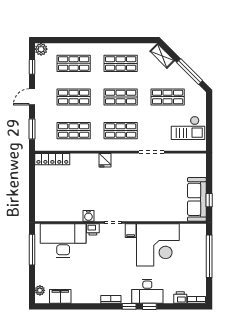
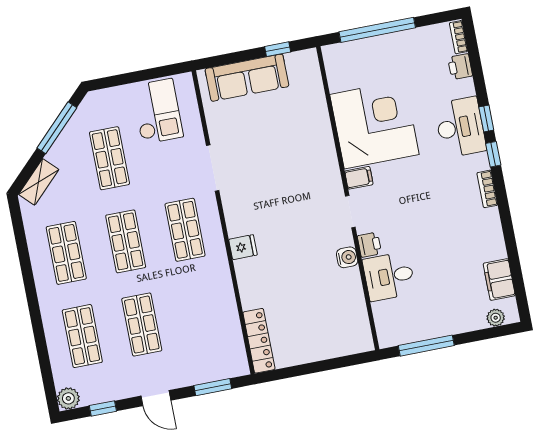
shop shelf: (74, 131) -> (201, 313), removed
sofa: (197, 199) -> (247, 78), moved
desk: (63, 241) -> (389, 276), width x0.53, depth x0.77

